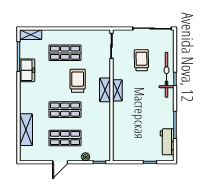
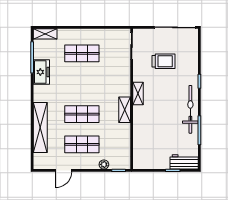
trolley: (141, 60) -> (164, 61), turned 91
bicycle: (167, 75) -> (190, 109), moved
trolley: (78, 81) -> (95, 83), removed
shelving: (105, 90) -> (125, 110), moved
shelving: (26, 130) -> (40, 128), width x1.47
workbench: (167, 142) -> (184, 162), moved, turned 90
door: (60, 162) -> (64, 170), moved

